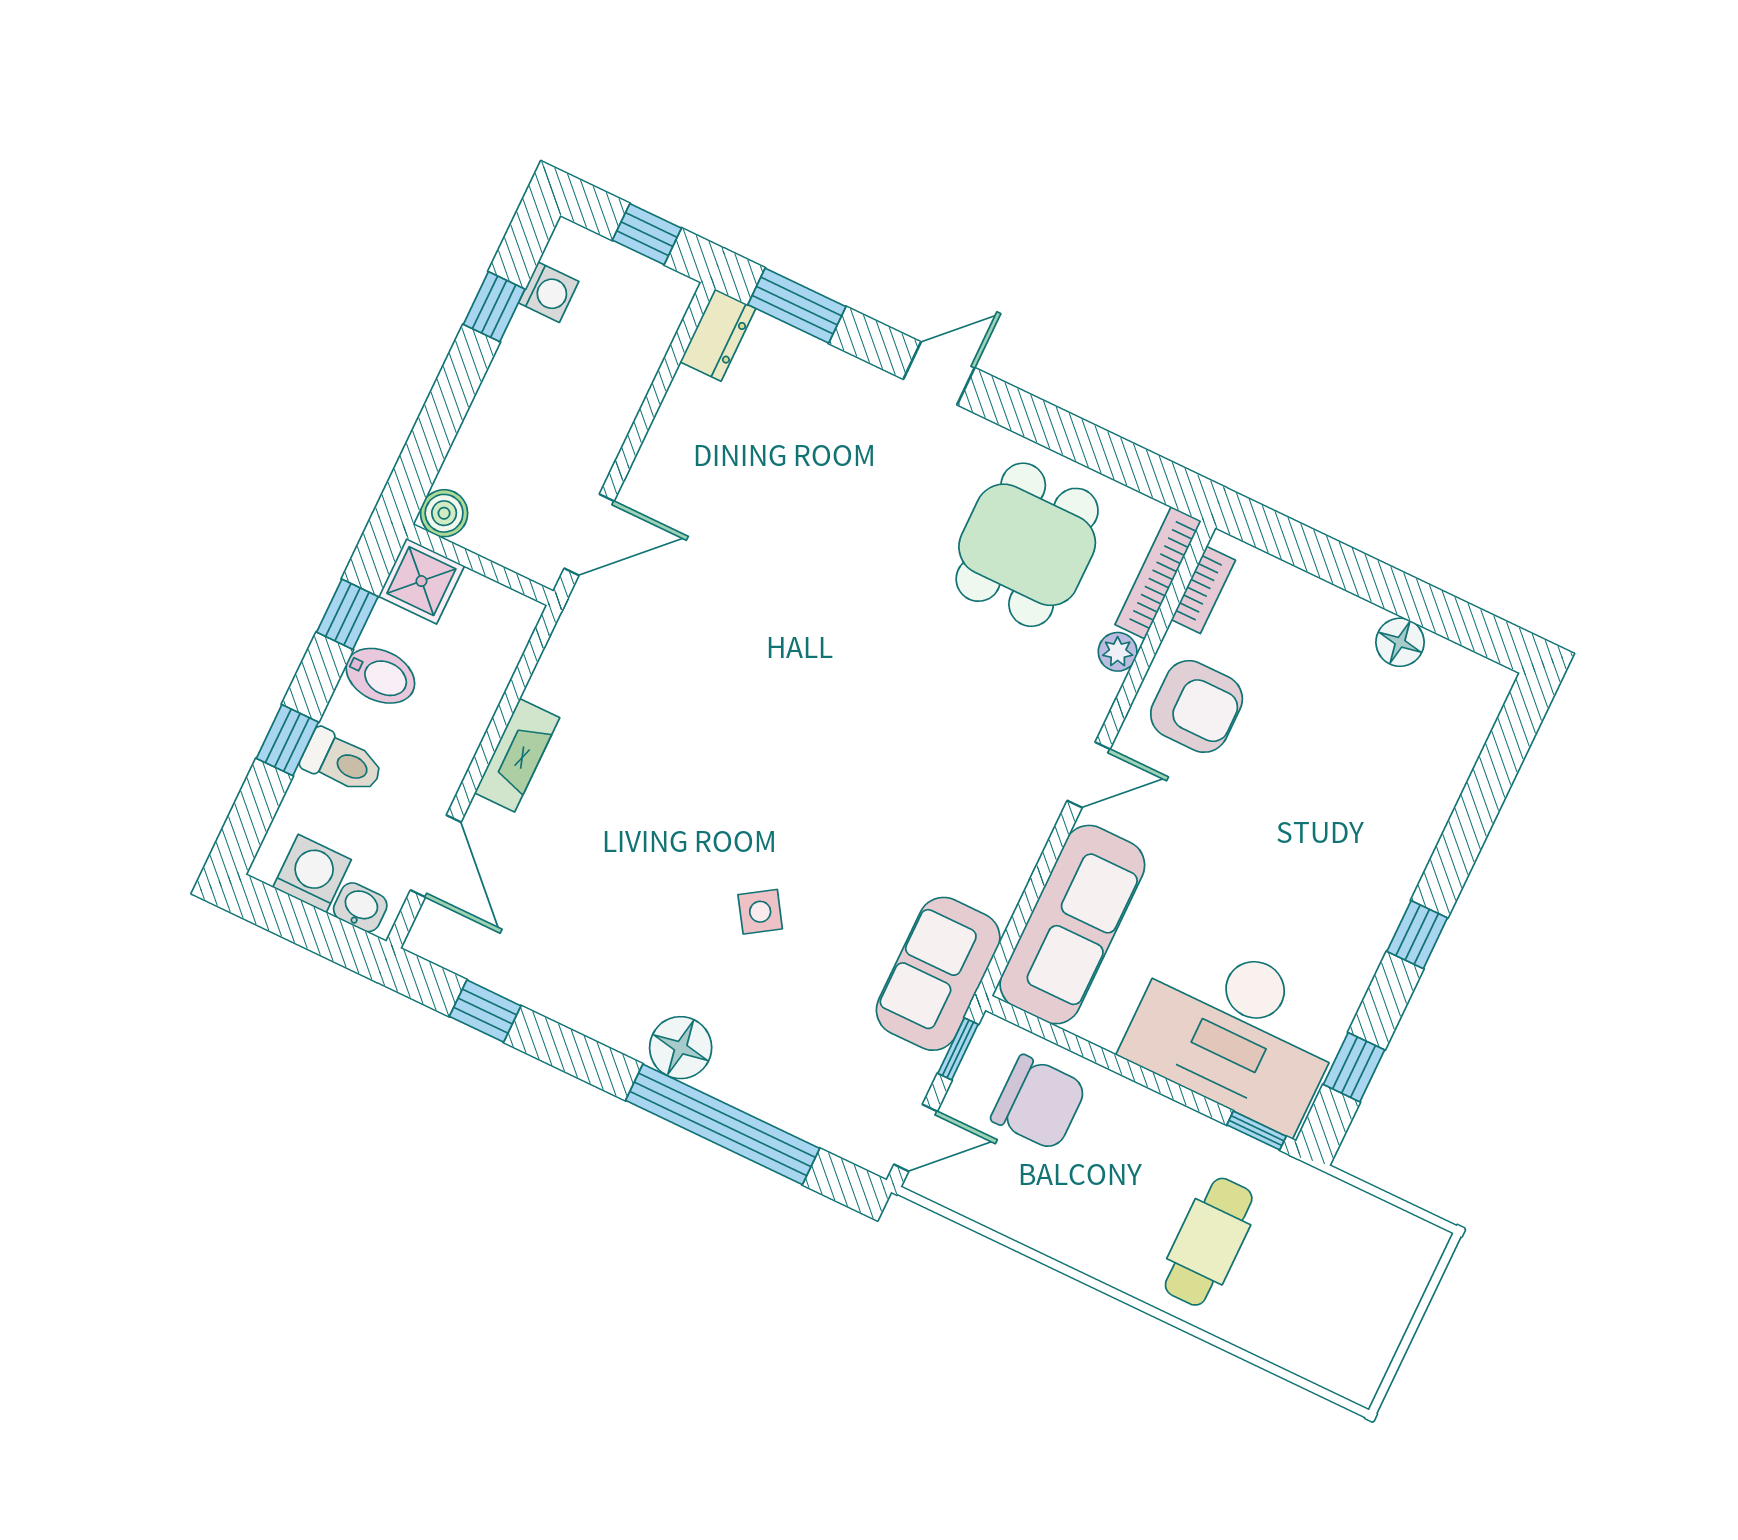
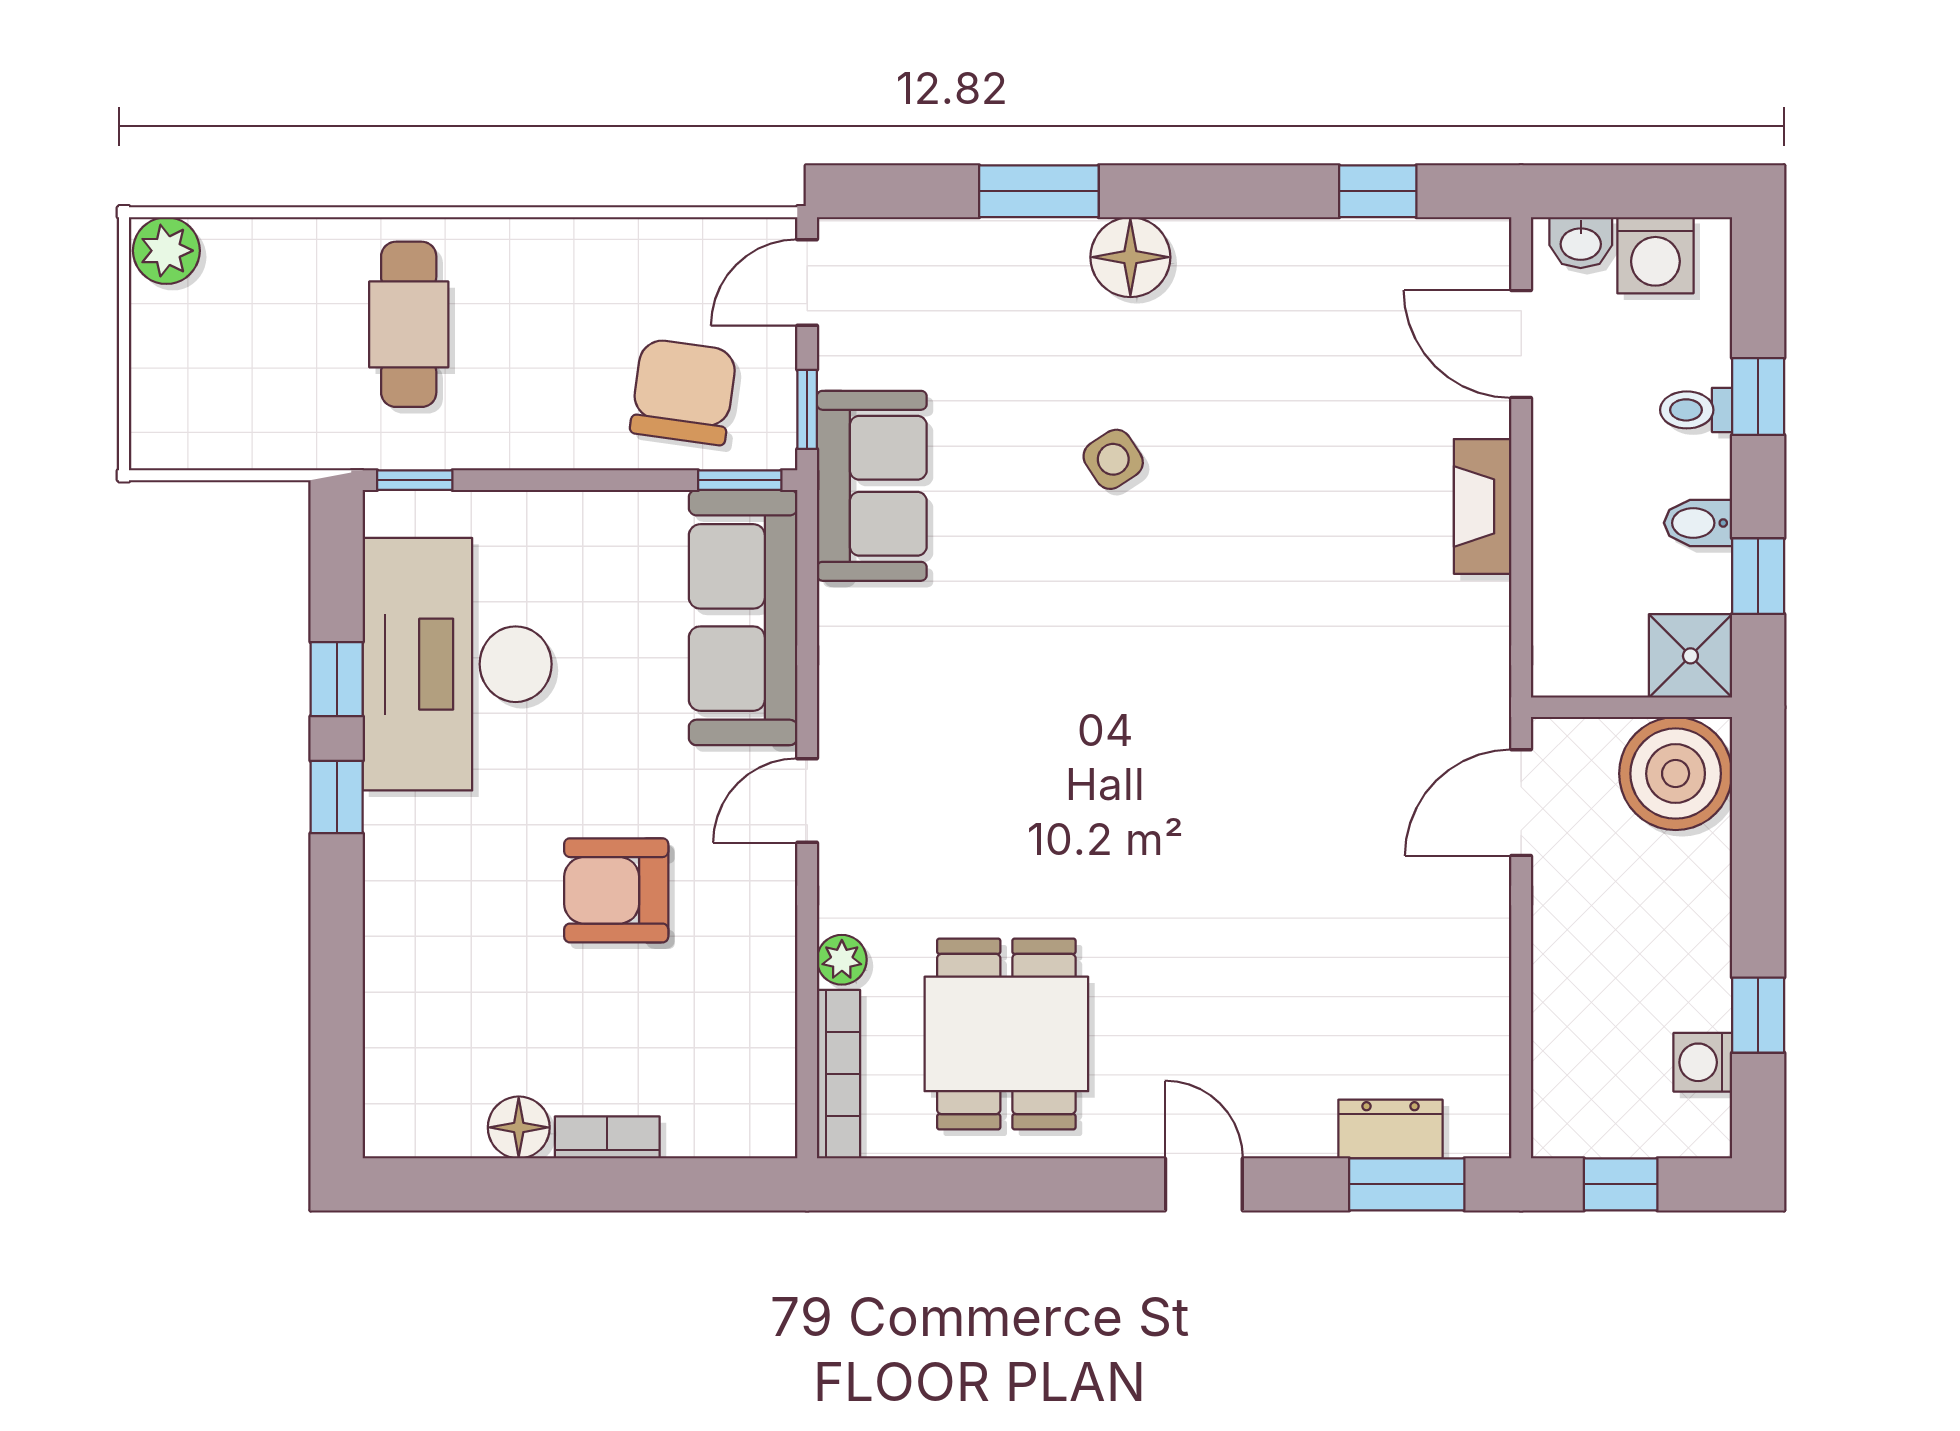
dresser: (718, 335) -> (1390, 1129), moved, turned 90
door: (939, 373) -> (1204, 1184), swing flipped
boiler: (444, 513) -> (1676, 774), width x1.86, depth x1.86
bookcase: (1203, 590) -> (607, 1137), moved, turned 90
bidet: (380, 676) -> (1698, 523), width x0.72, depth x0.74
armchair: (1197, 706) -> (616, 890), moved
toilet: (342, 762) -> (1696, 410), width x0.73, depth x0.72
window: (1029, 1022) -> (740, 480), added
desk: (1236, 1031) -> (457, 664), moved, turned -90
window: (1354, 1067) -> (337, 679), moved
chair: (1039, 1103) -> (683, 392), turned 98
window: (723, 1124) -> (1039, 191), width x0.47
plant: (1354, 1374) -> (166, 251), added

